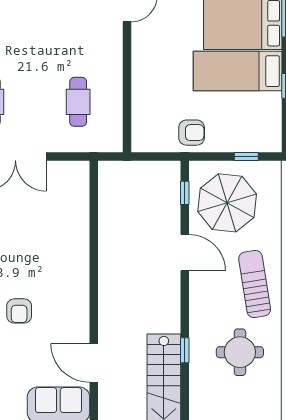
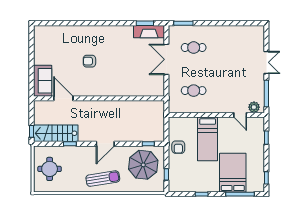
bed: (238, 71) -> (208, 139), moved, turned 180
door: (185, 253) -> (105, 144), moved
round table: (240, 352) -> (50, 169), moved
door: (94, 363) -> (63, 98), hinge flipped

